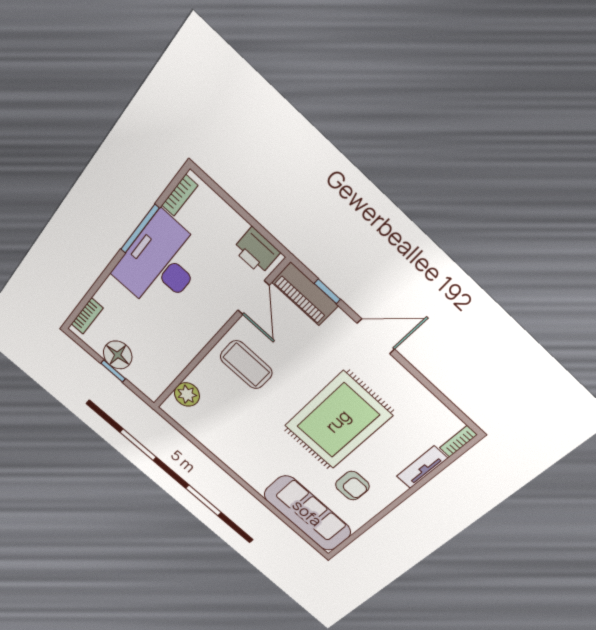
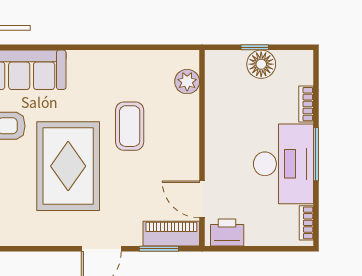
window: (140, 229) -> (316, 154), moved
window: (327, 291) -> (159, 249), width x1.50
bookcase: (87, 316) -> (306, 104), moved
coffee table: (246, 365) -> (130, 126), moved, turned 90

